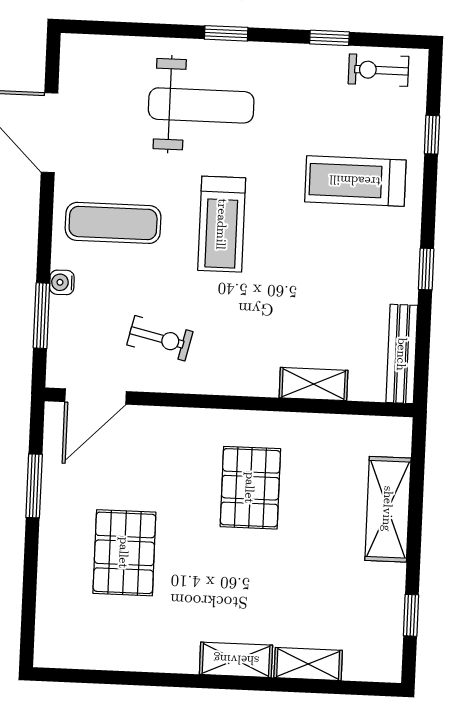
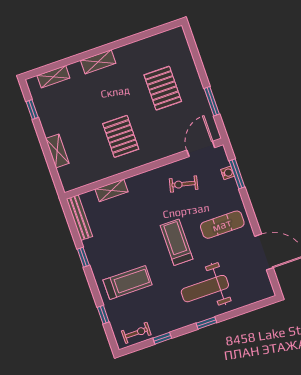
water cooler: (62, 282) -> (228, 173), moved
shelving: (388, 509) -> (57, 151), width x0.67, depth x0.75
shelving: (308, 664) -> (53, 77), moved

